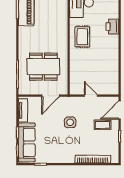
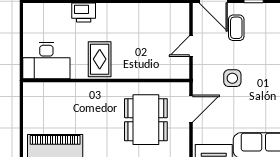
rug: (82, 37) -> (100, 59), turned 90
door: (51, 96) -> (191, 109), hinge flipped

